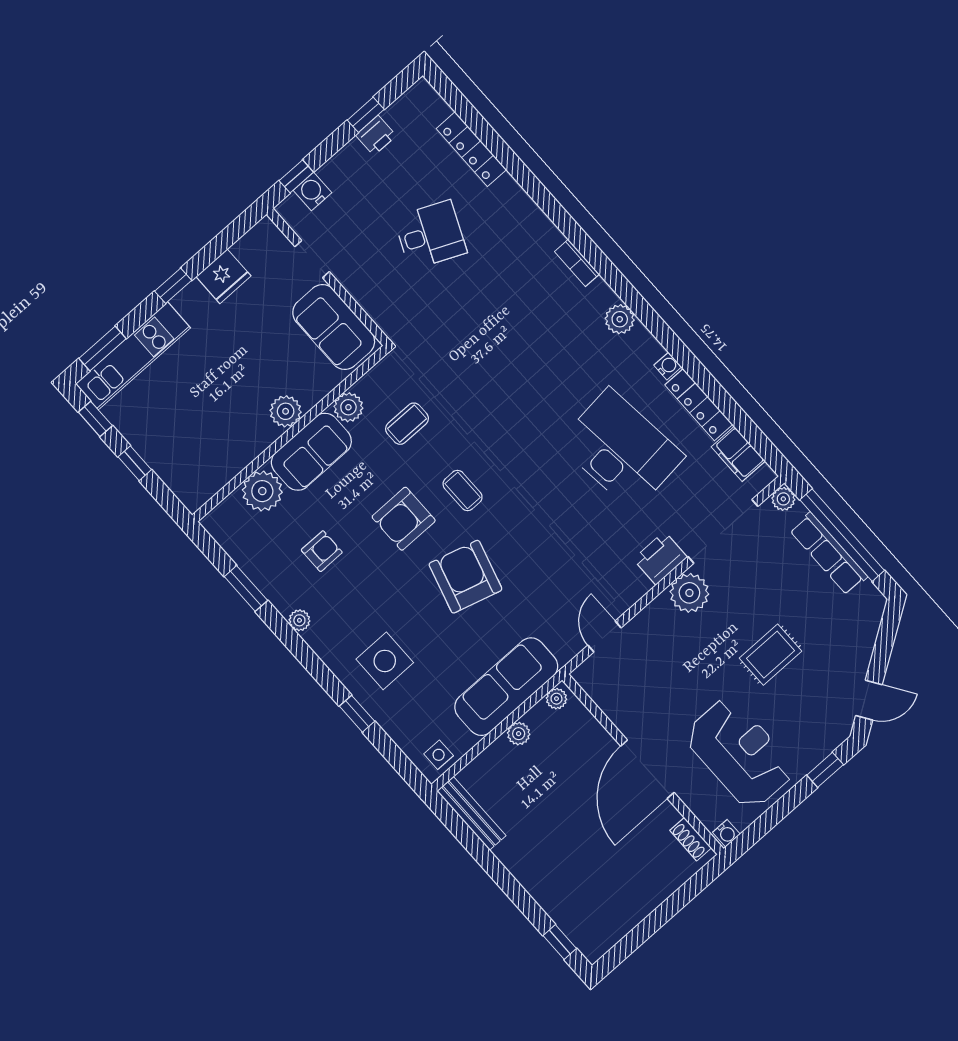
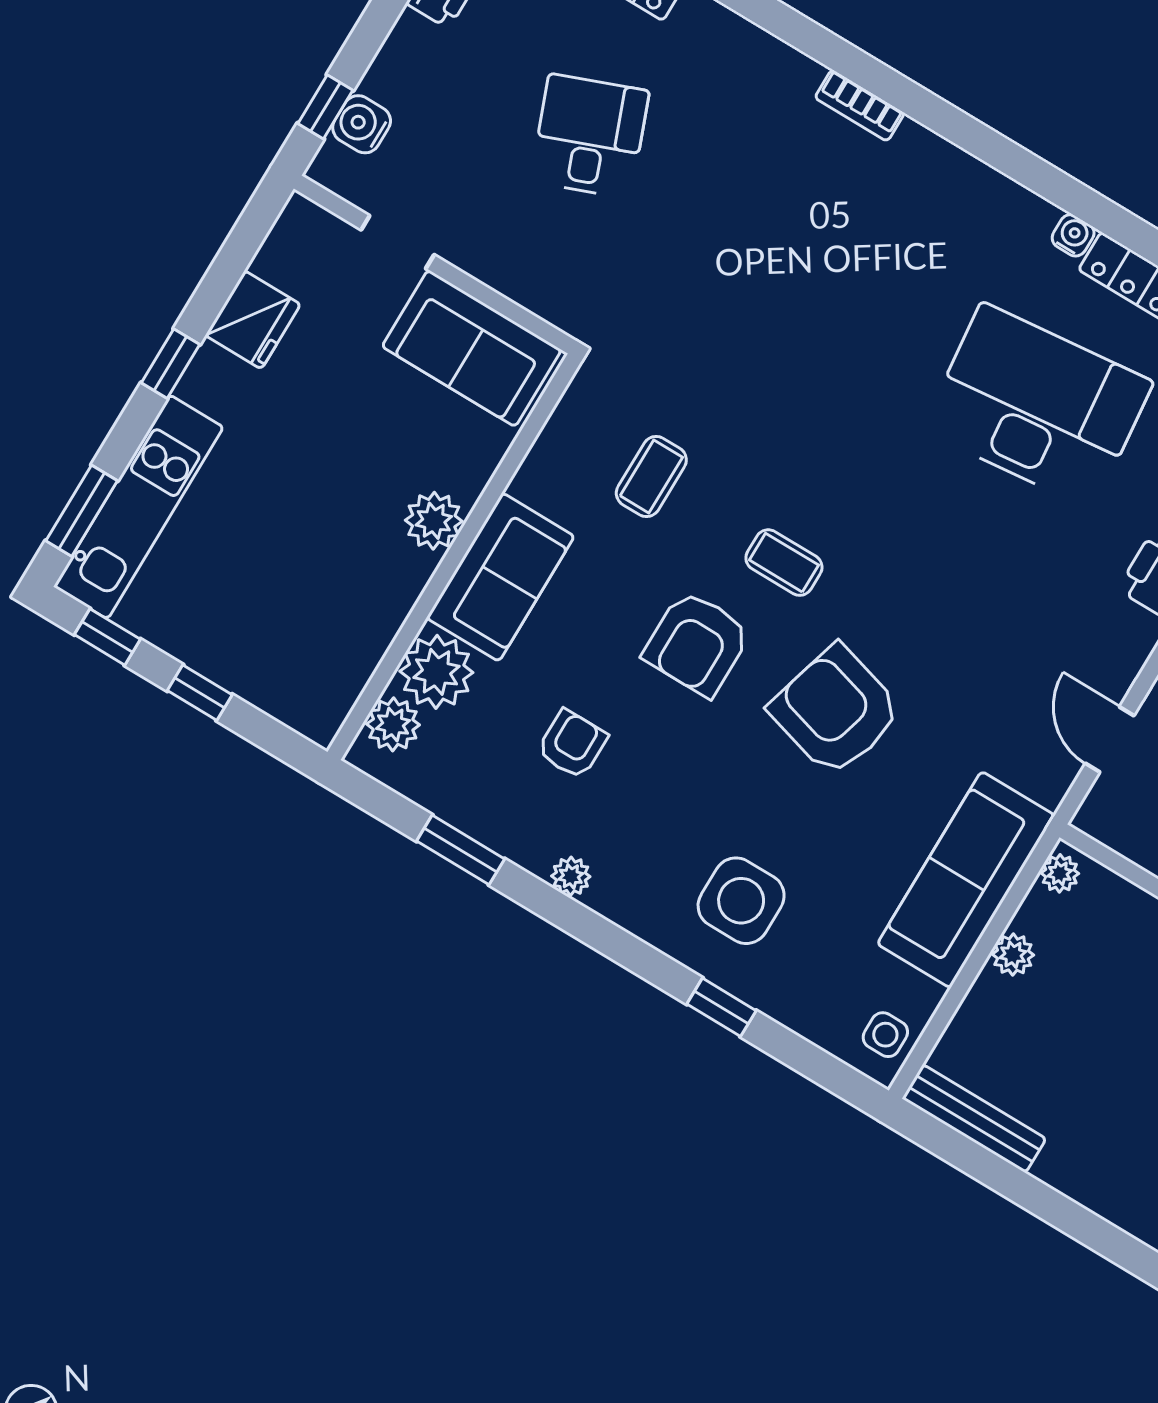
desk: (430, 235) -> (590, 136), turned -45
plant: (620, 319) -> (964, 180), removed
plant: (348, 407) -> (393, 724), moved

